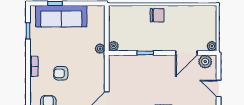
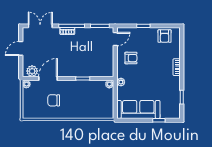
chair: (157, 15) -> (54, 100), moved
sofa: (61, 16) -> (138, 109), moved
armchair: (61, 73) -> (131, 58), moved
door: (219, 88) -> (21, 48), swing flipped

